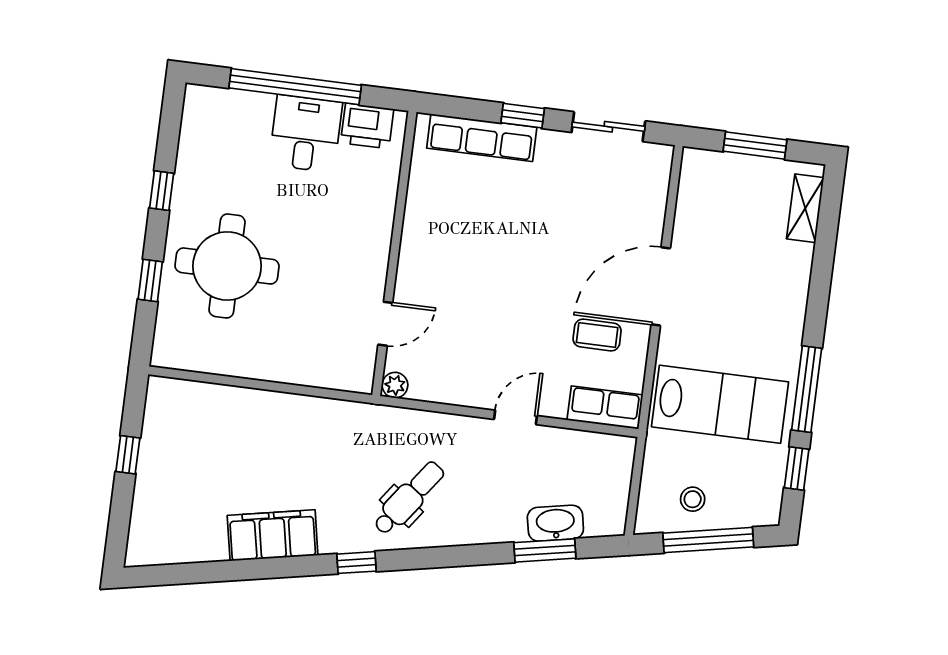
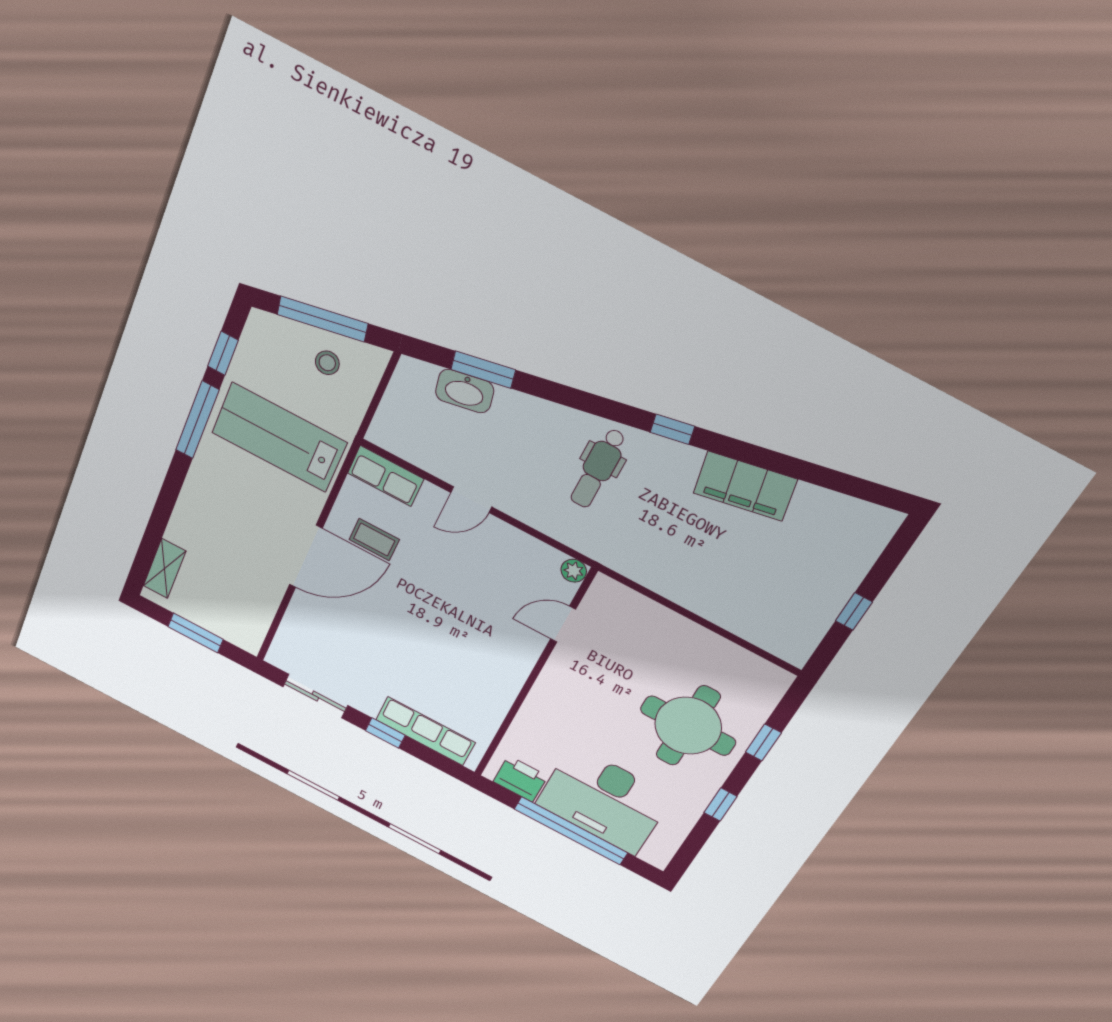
desk: (306, 134) -> (604, 800), width x1.87, depth x1.30
dental chair: (409, 498) -> (598, 468), turned -36

